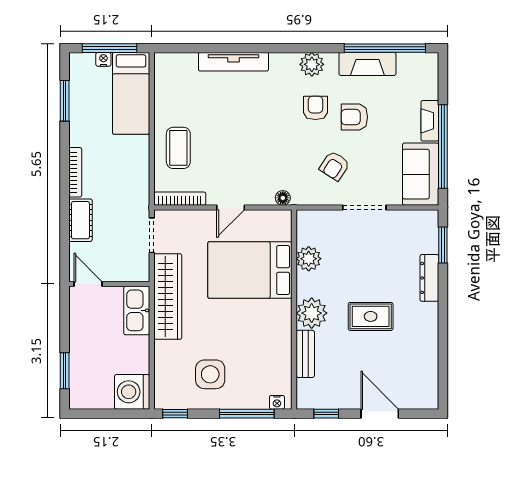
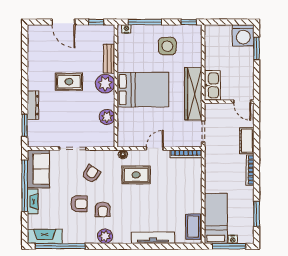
fireplace: (367, 64) -> (45, 236), moved
coffee table: (178, 148) -> (193, 227), moved
rug: (261, 164) -> (136, 175), added
bed: (250, 270) -> (143, 90), moved
washing machine: (132, 392) -> (243, 35), moved, turned 90

